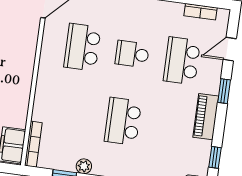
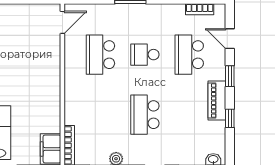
door: (230, 49) -> (230, 39), hinge flipped
window: (215, 157) -> (230, 118), moved

